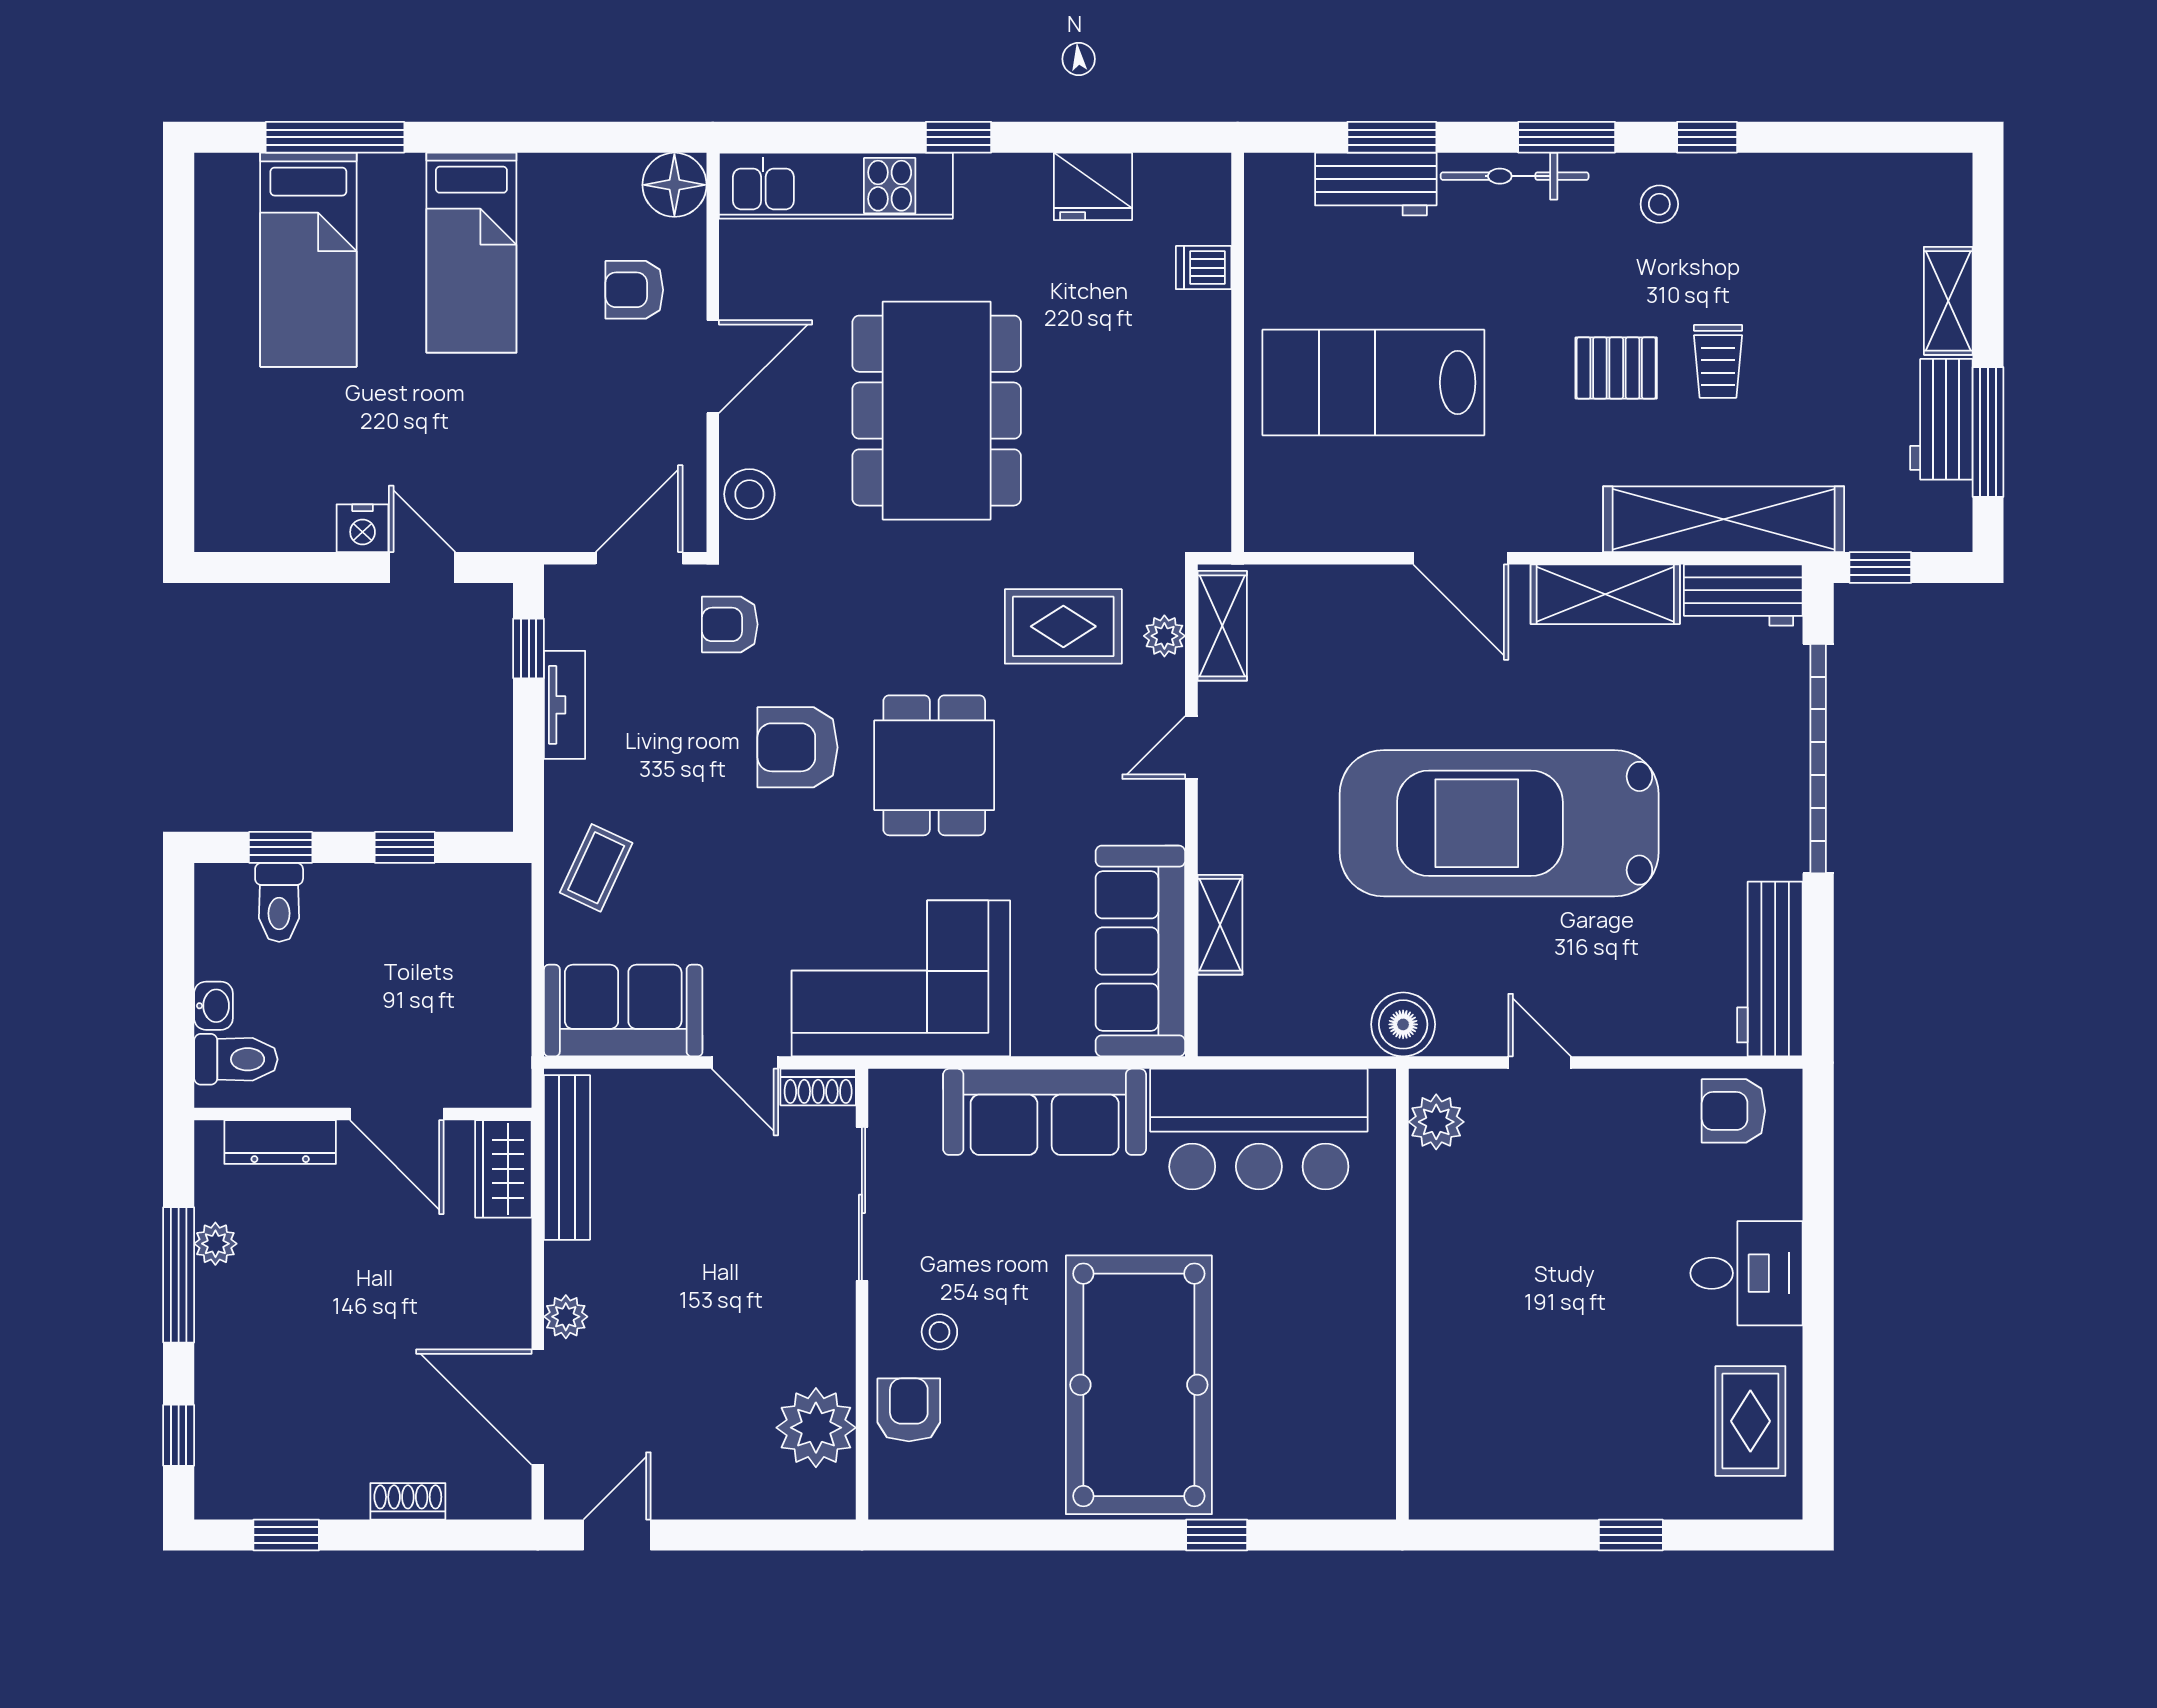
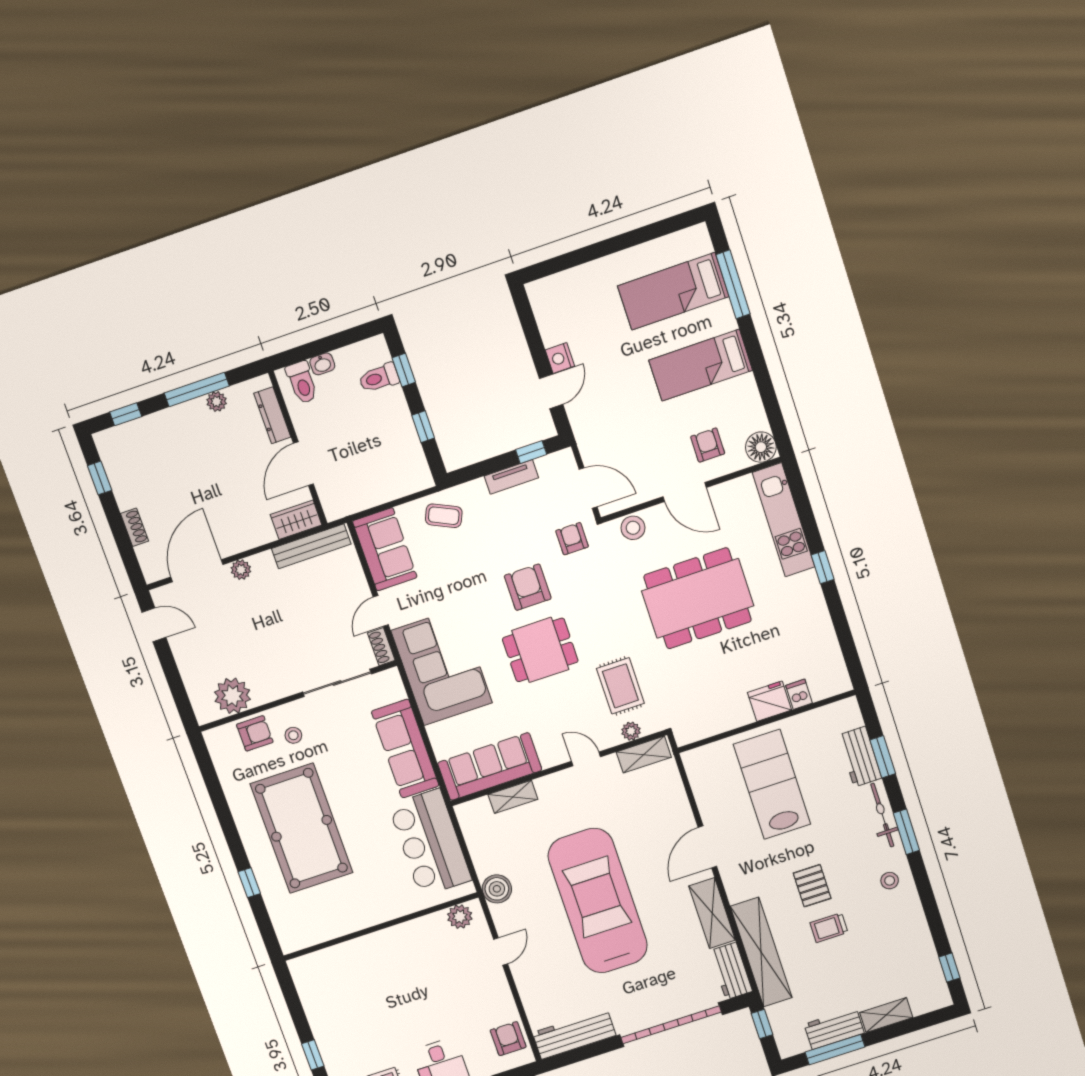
window: (1707, 137) -> (949, 968), moved
fridge: (1093, 186) -> (769, 701), moved, turned 90
pool table: (1139, 1385) -> (302, 828), turned 90

